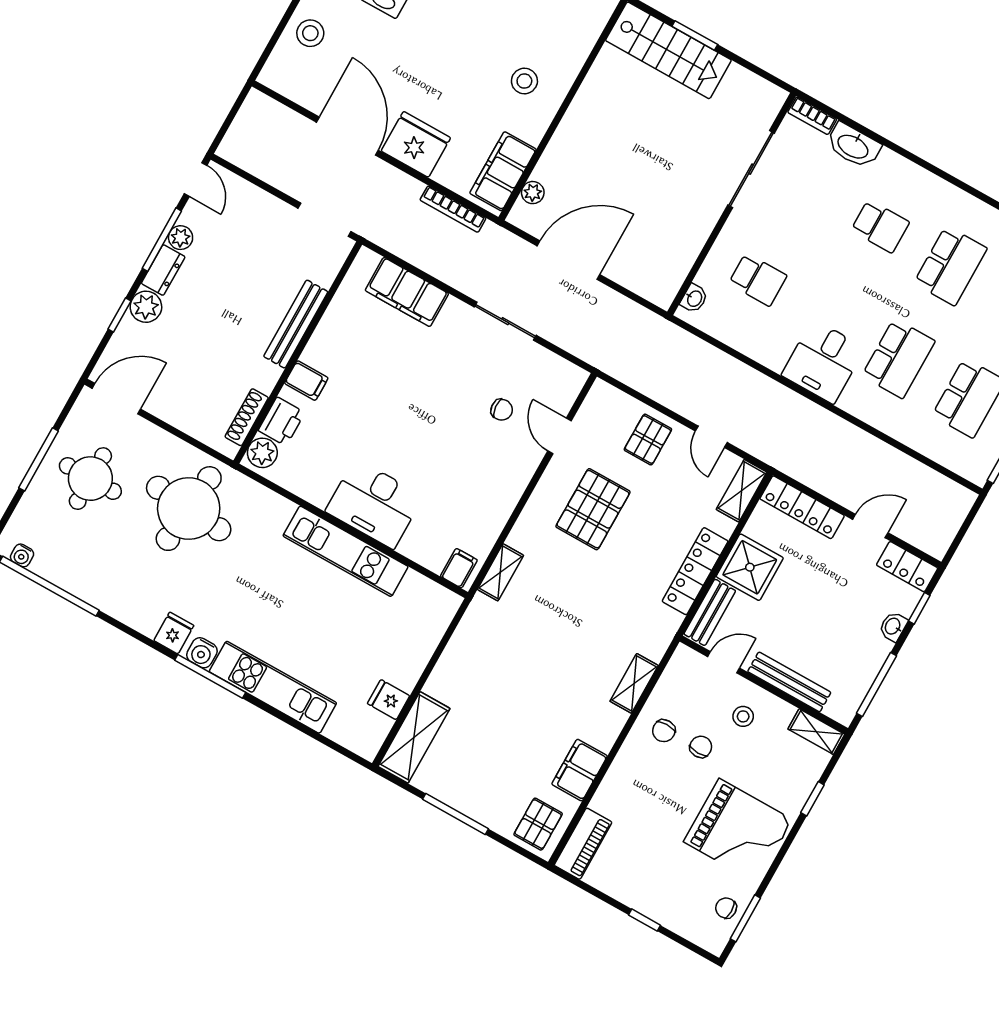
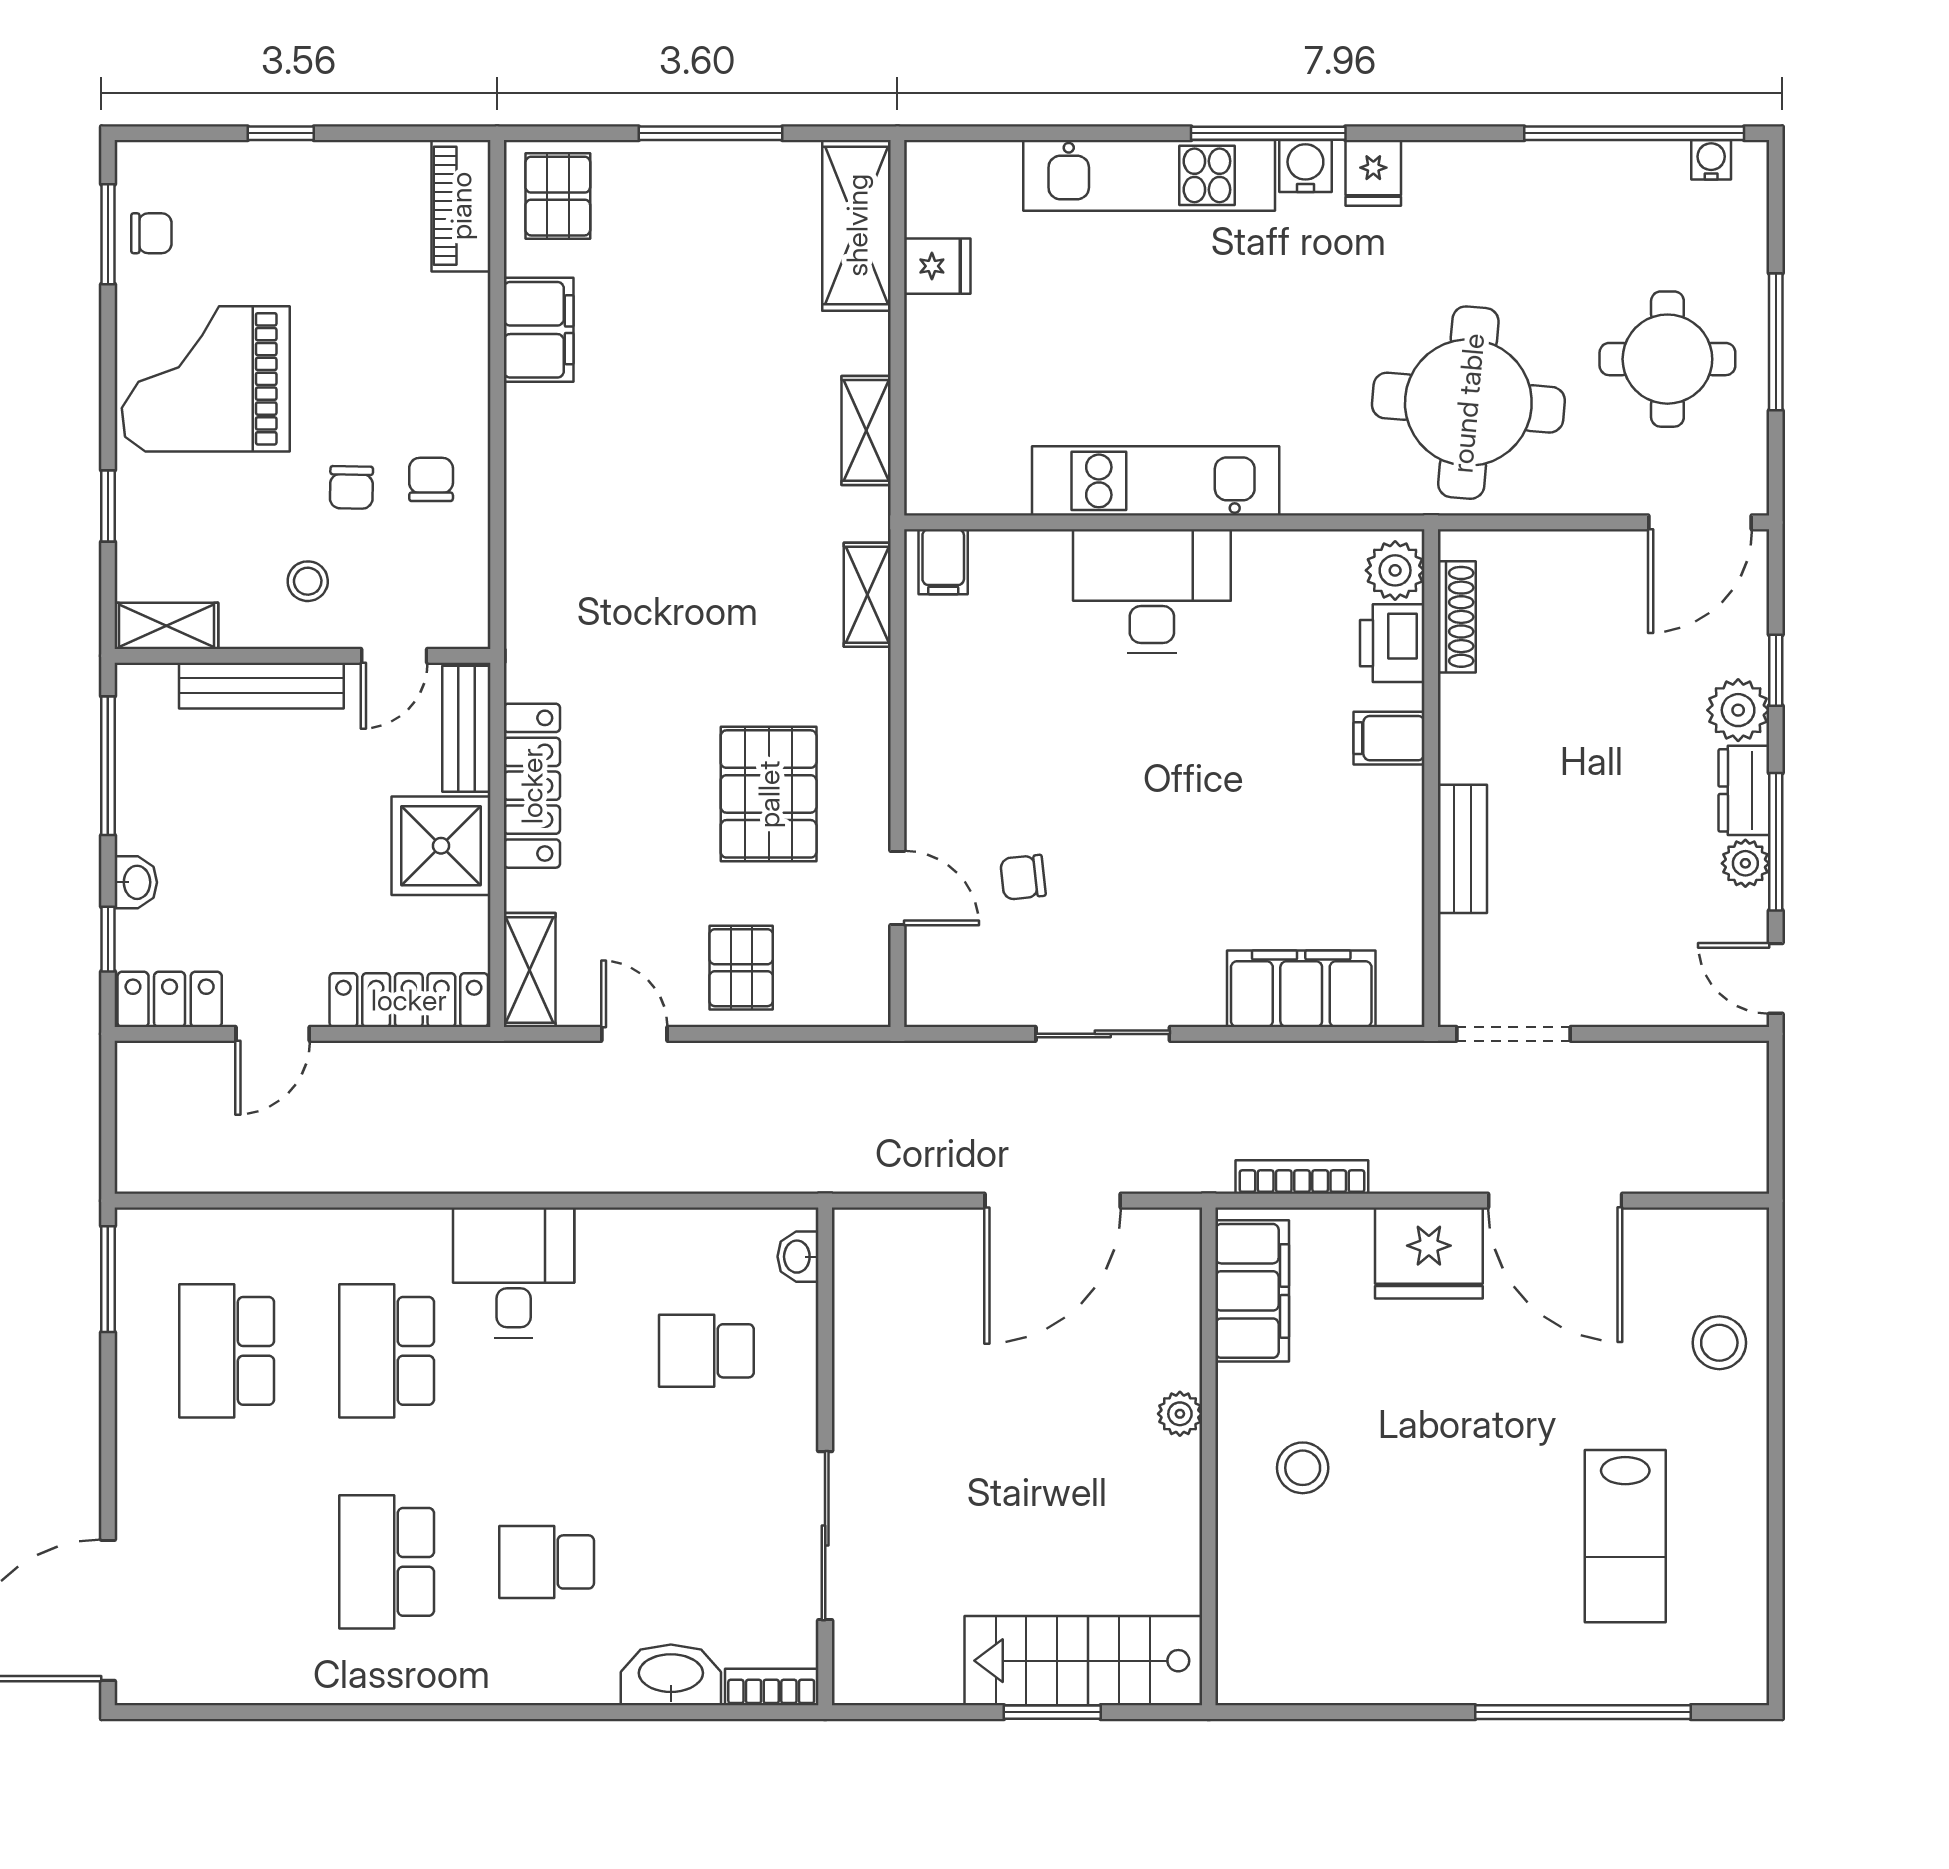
plant: (533, 193) -> (1180, 1414), moved
bench: (296, 324) -> (1462, 849), width x0.73
shelving: (634, 683) -> (866, 430), moved

